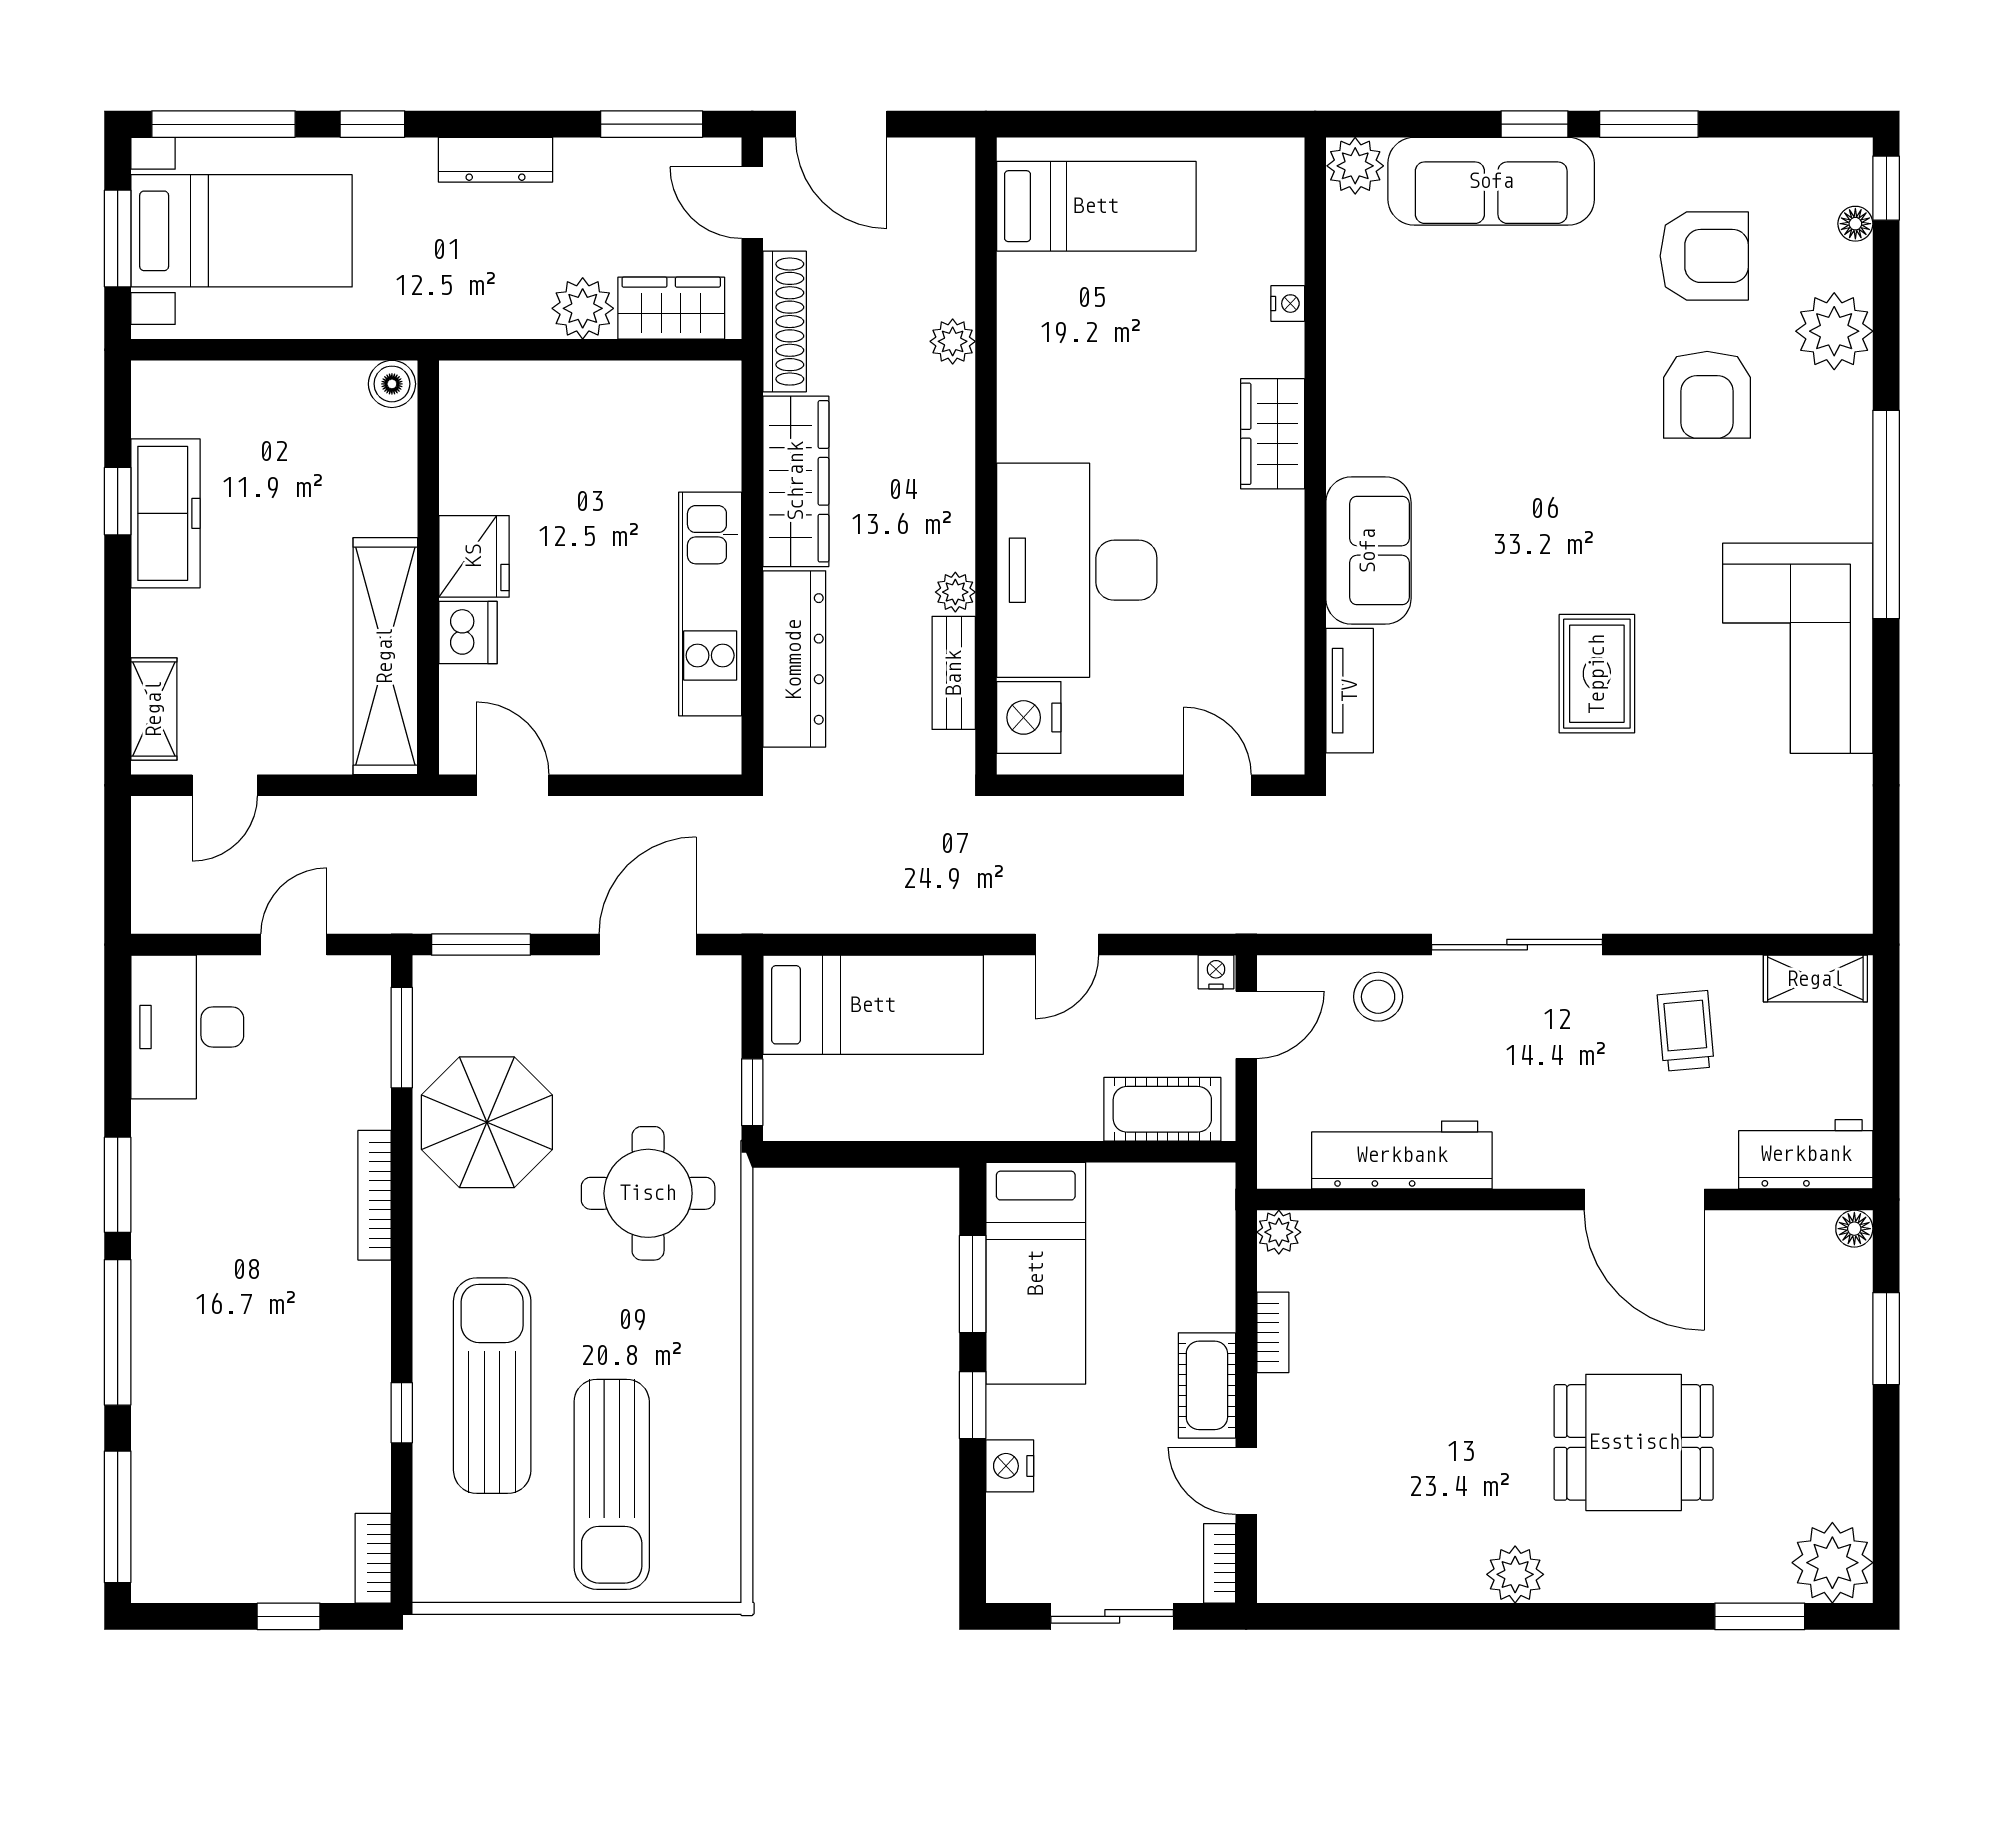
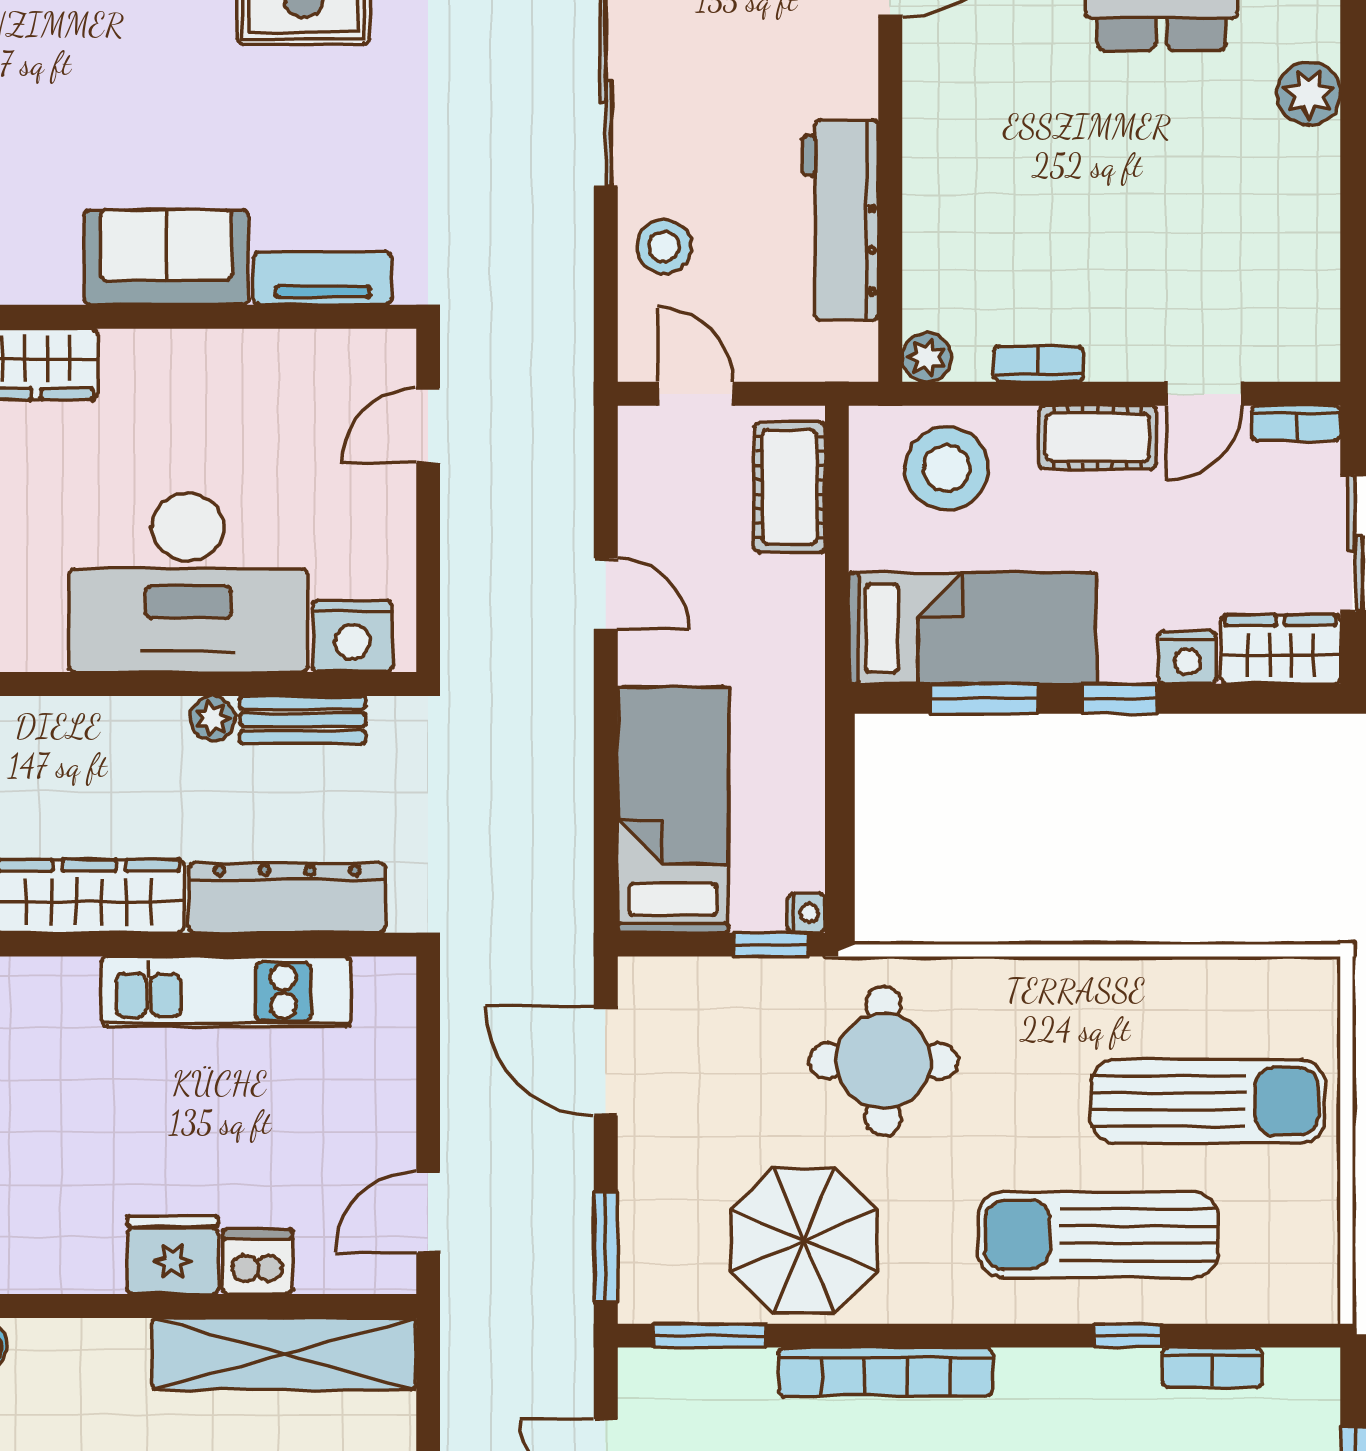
nightstand: (1216, 972) -> (806, 913), moved, turned 180
bookcase: (375, 1195) -> (885, 1372), width x1.48, depth x1.31
stool: (1179, 1250) -> (947, 468), added
wardrobe: (1017, 1550) -> (1281, 649), added
bookcase: (373, 1558) -> (1212, 1367), moved

